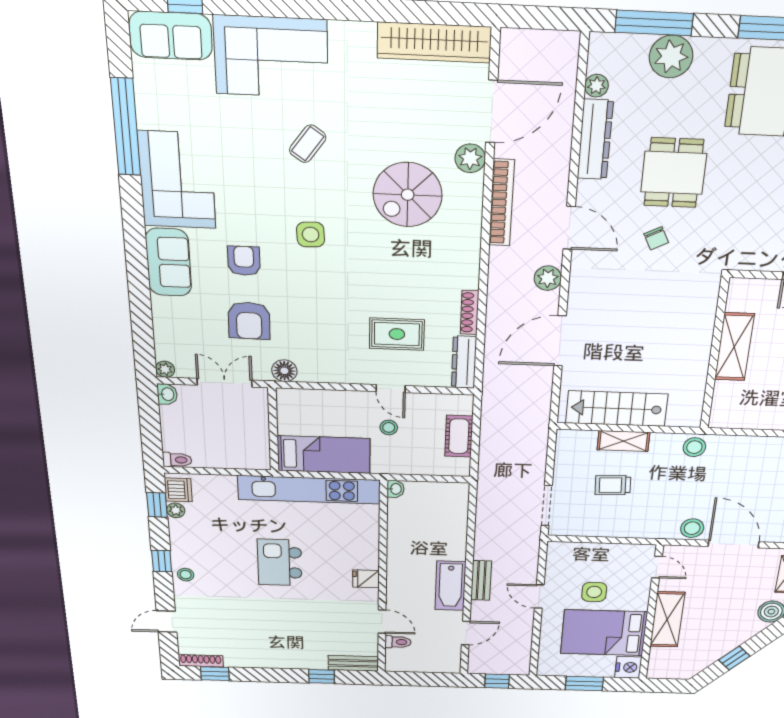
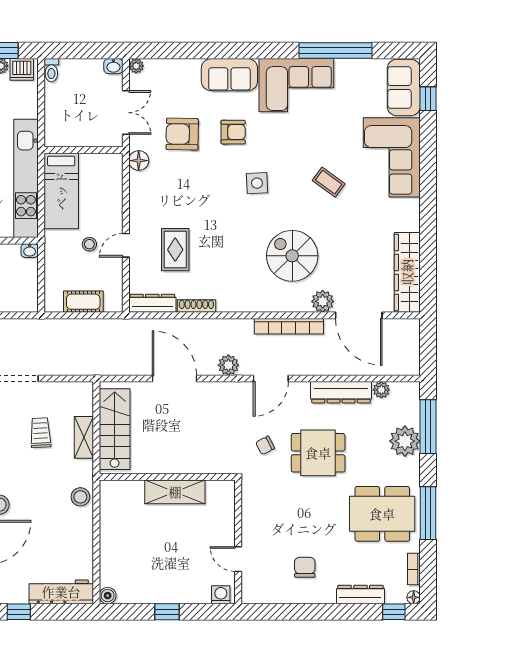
shelving: (734, 347) -> (175, 492), moved
wall: (714, 355) -> (167, 477), moved

